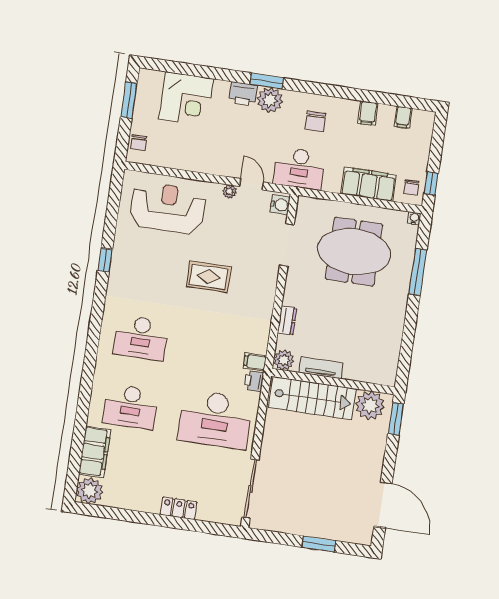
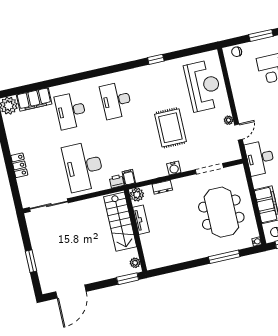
water cooler: (280, 205) -> (174, 168), moved
rug: (209, 277) -> (170, 128), width x1.36, depth x1.43
plant: (370, 405) -> (135, 263), width x0.53, depth x0.53

